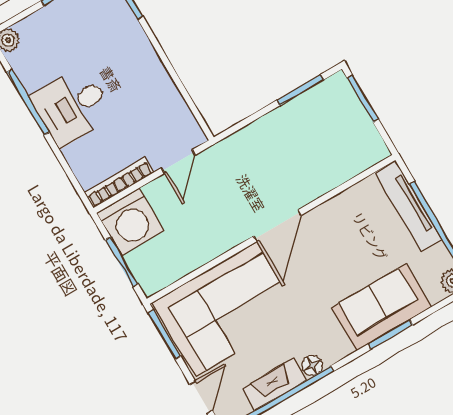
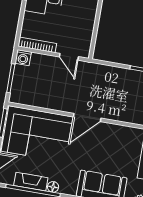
door: (178, 162) -> (69, 57), hinge flipped
washing machine: (130, 222) -> (23, 58), width x0.53, depth x0.53

